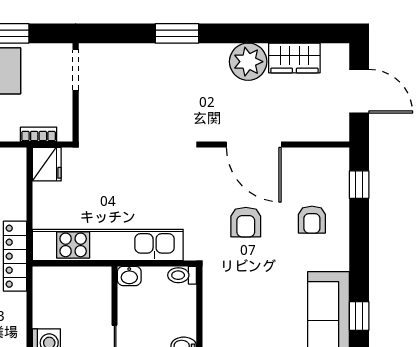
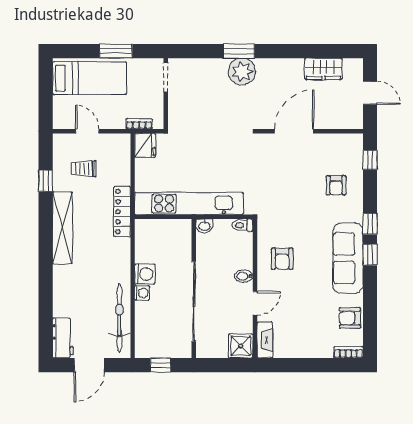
plant: (248, 62) -> (242, 72), moved
door: (359, 91) -> (370, 93), width x0.73
door: (254, 144) -> (294, 131), swing flipped
armchair: (246, 222) -> (282, 259), moved
window: (359, 273) -> (370, 224), added

